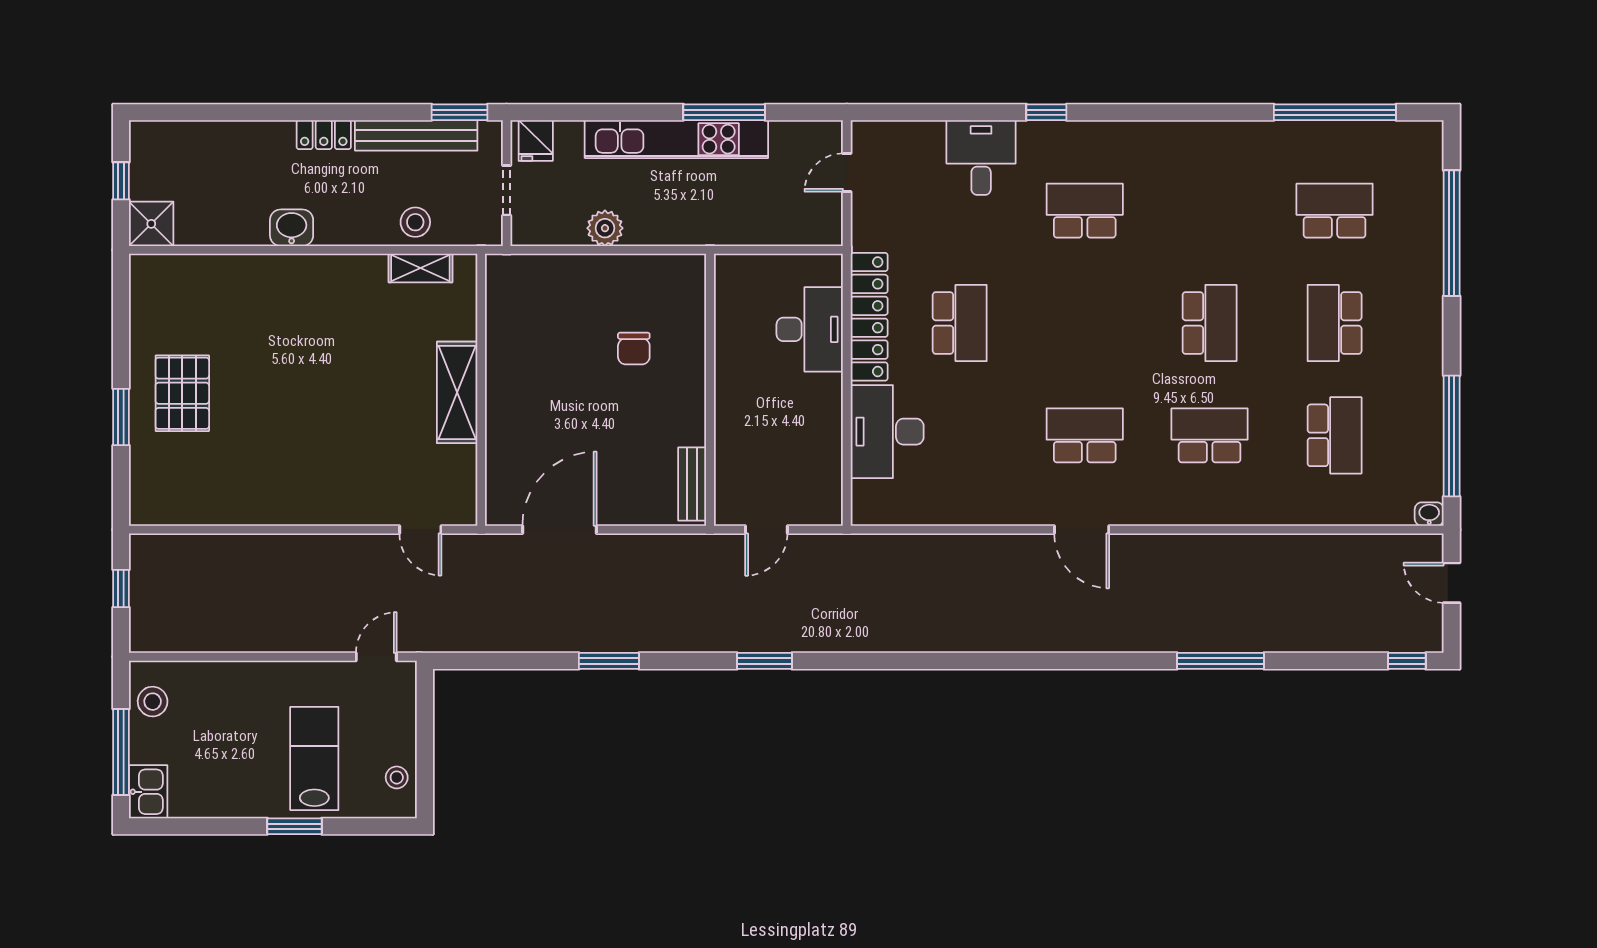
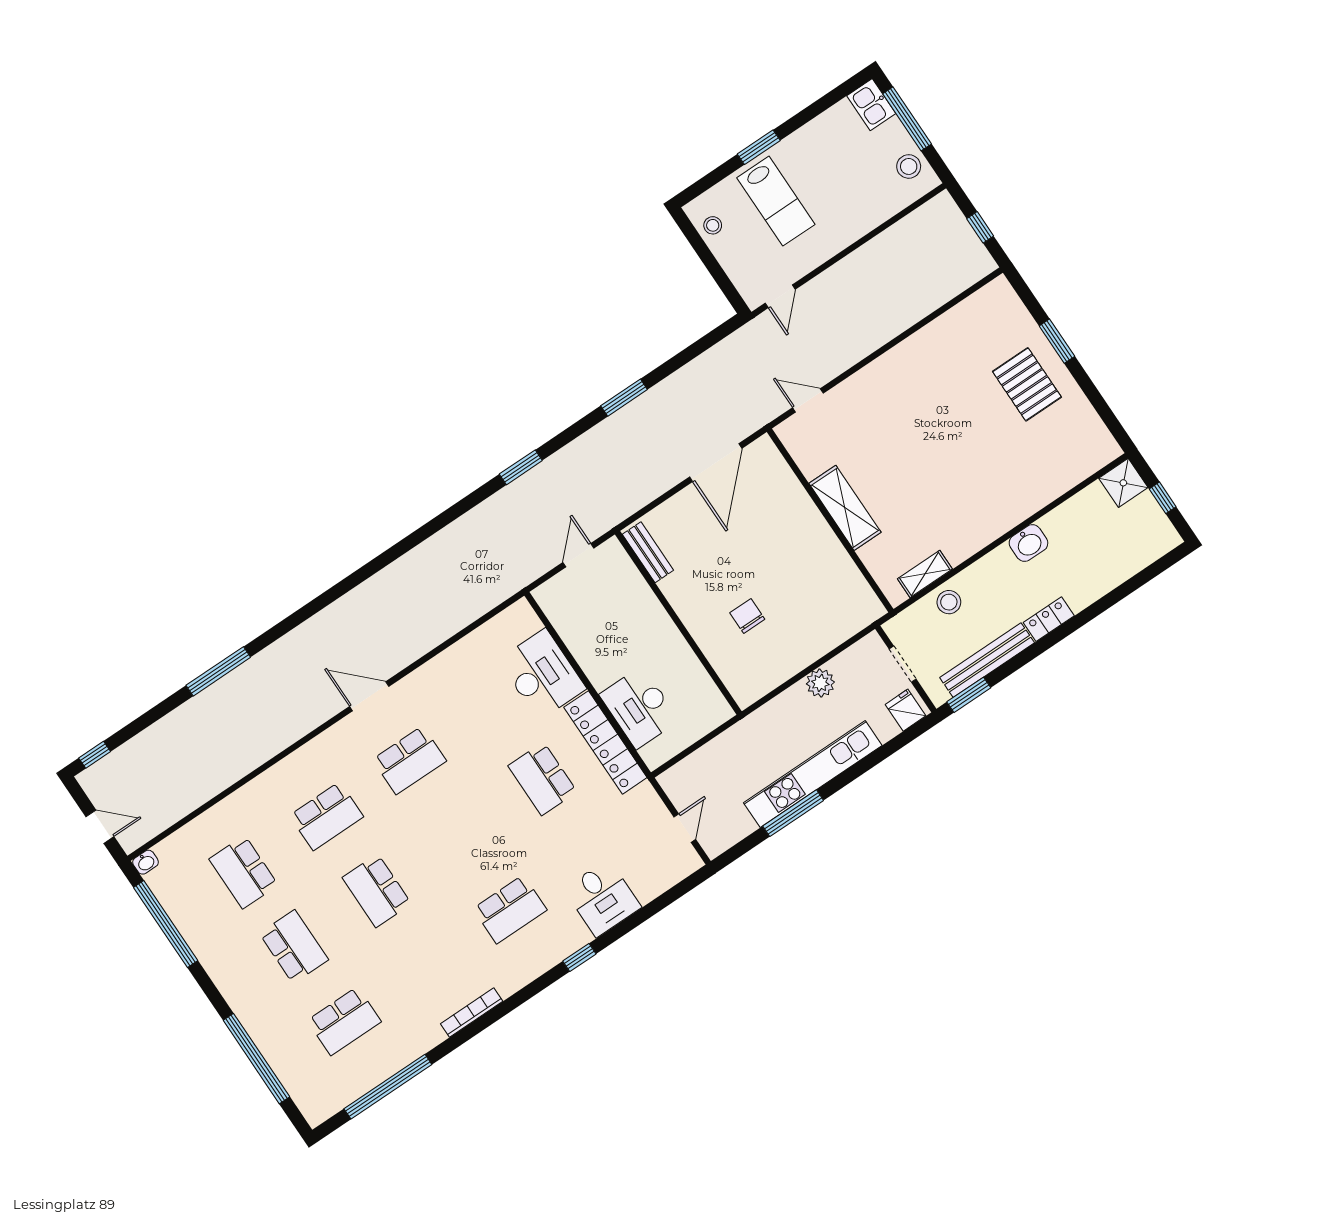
bookcase: (1196, 130) -> (472, 1012), added

